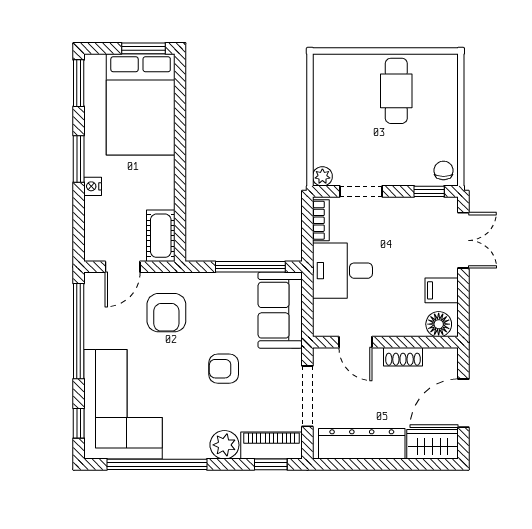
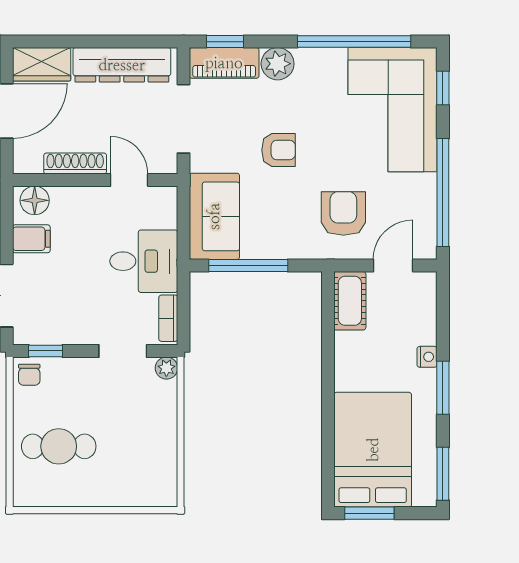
cafe table: (396, 91) -> (59, 446), moved, turned 90
shoe rack: (403, 357) -> (75, 164), width x1.43

